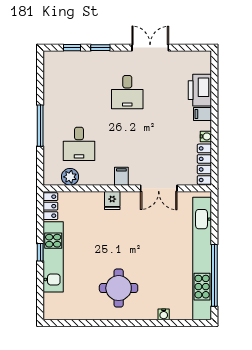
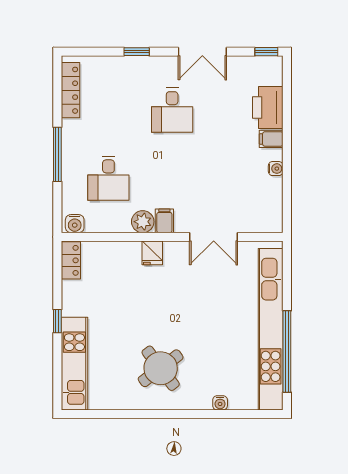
window: (72, 48) -> (266, 52), moved
double door: (150, 48) -> (202, 52), swing flipped
locker: (204, 164) -> (71, 90), moved, turned 180
plant: (70, 177) -> (143, 222), moved
water cooler: (53, 178) -> (75, 224), added
kitchen unit: (53, 257) -> (74, 364), moved
round table: (119, 288) -> (161, 368), turned -37

